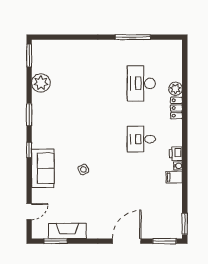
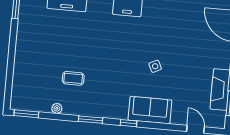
plant: (41, 83) -> (57, 108), width x0.53, depth x0.53
coffee table: (65, 95) -> (73, 78), added

